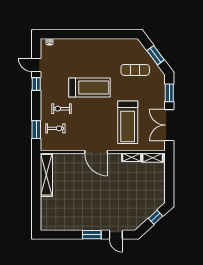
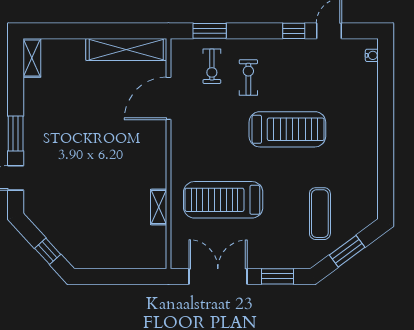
treadmill: (90, 88) -> (287, 129), turned -90
door: (96, 152) -> (169, 98), moved
shelving: (153, 158) -> (32, 58), moved

